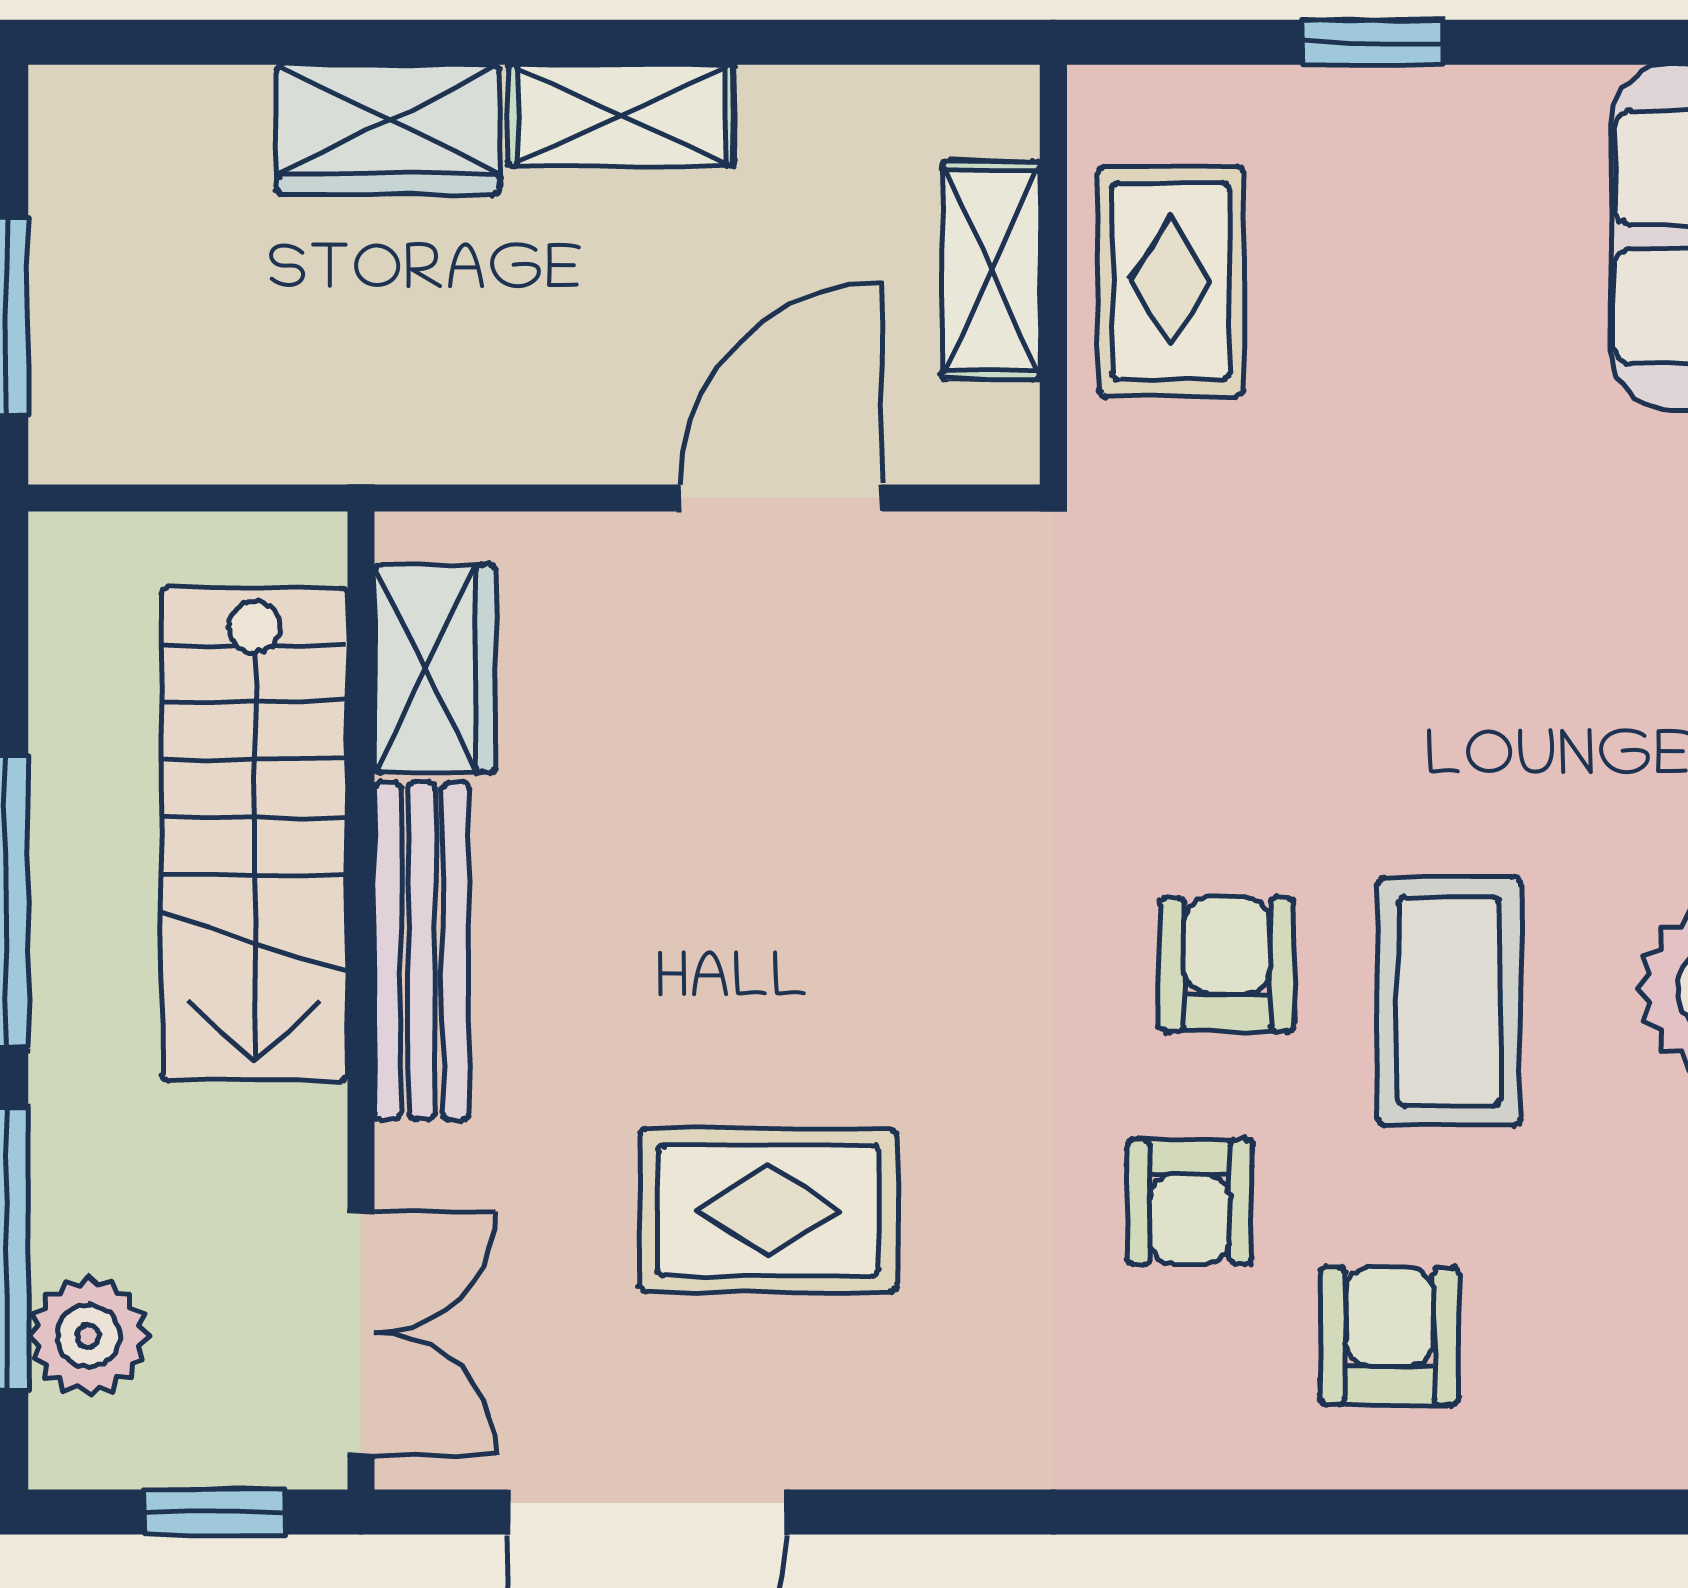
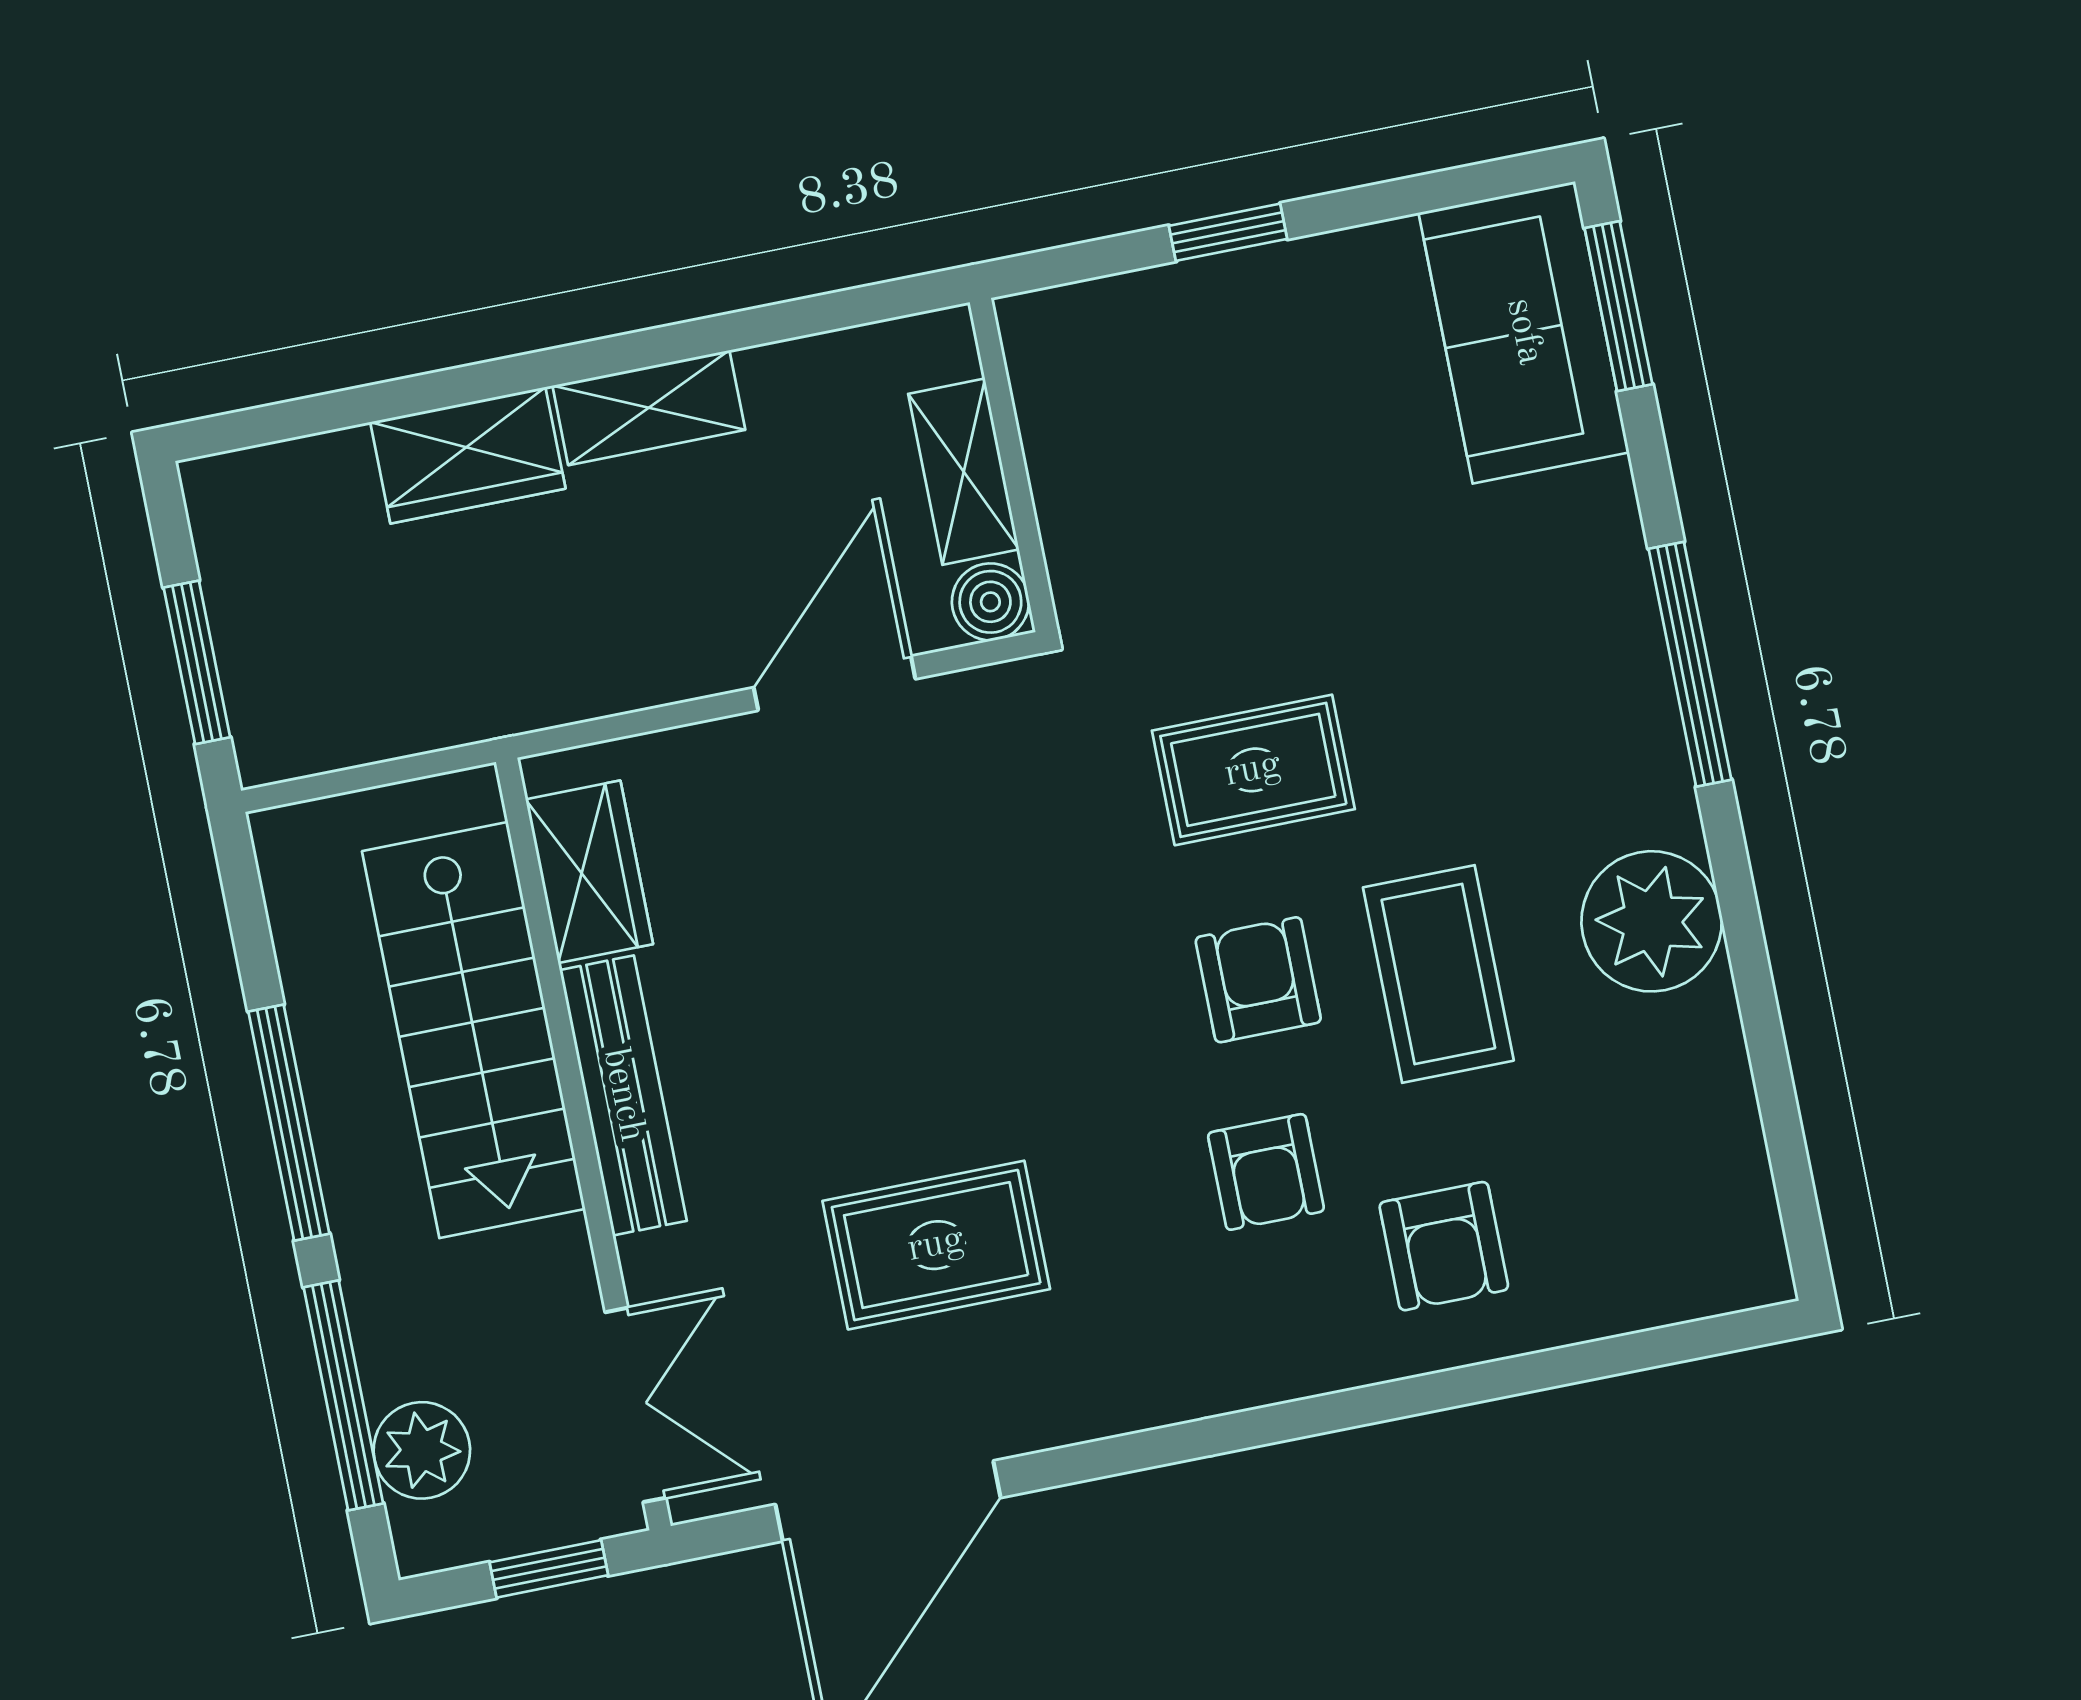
rug: (1171, 281) -> (1253, 770), moved, turned 90
boiler: (992, 436) -> (990, 602), added
armchair: (1389, 1336) -> (1444, 1246), turned 180

